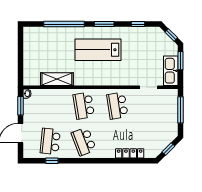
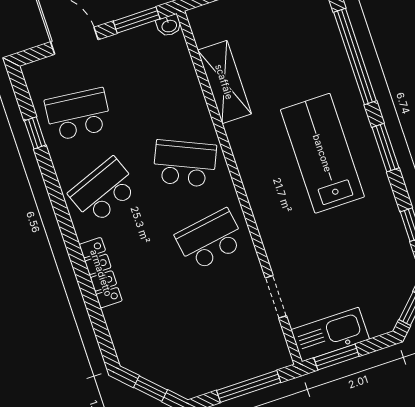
window: (181, 61) -> (337, 357), moved
school desk: (84, 106) -> (185, 163), turned 33
locker: (130, 153) -> (101, 273), moved

